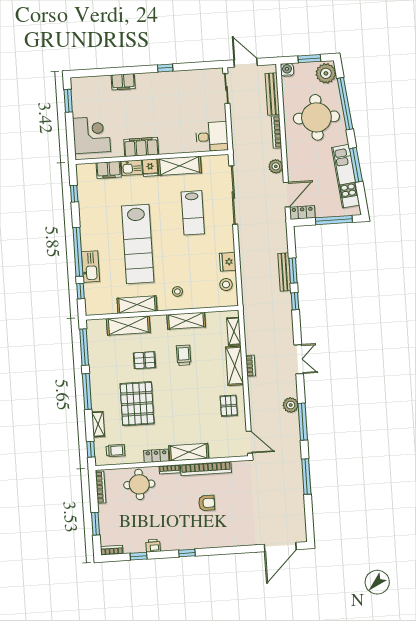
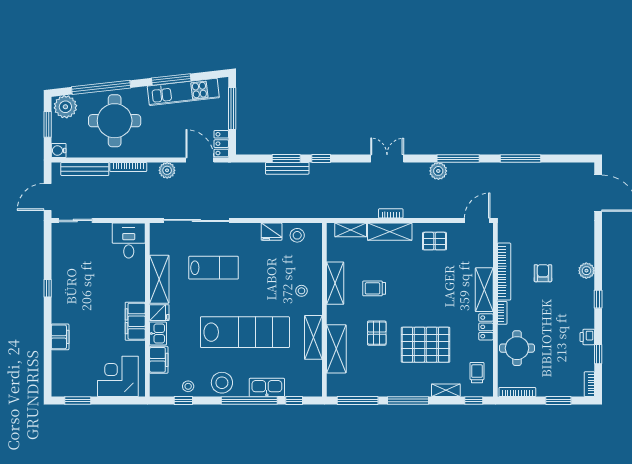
stool: (87, 197) -> (188, 386), added
stool: (92, 227) -> (222, 383), added
plant: (211, 541) -> (586, 271), added

